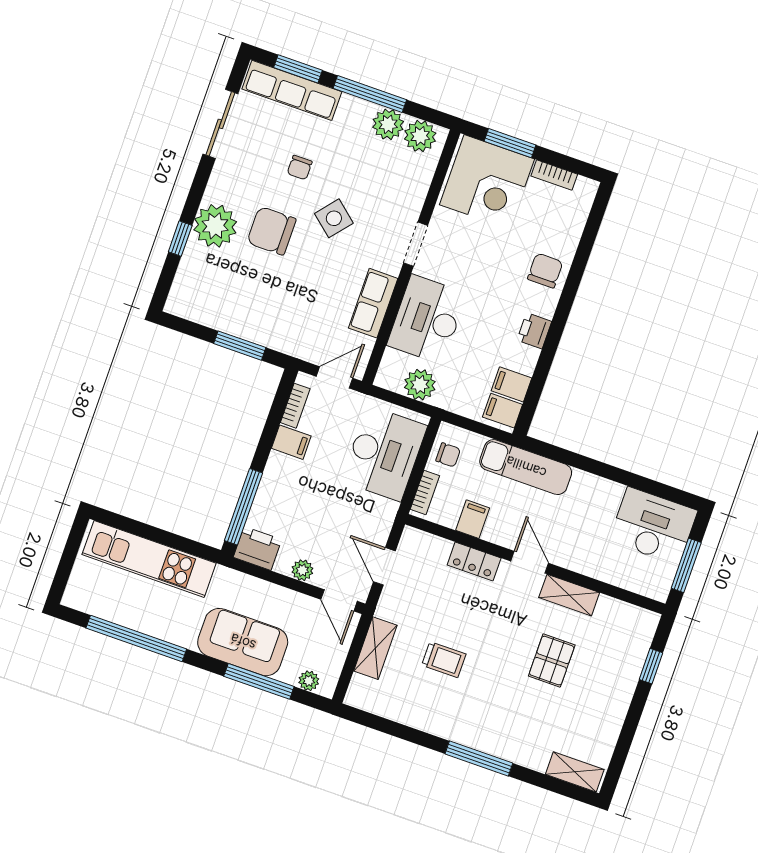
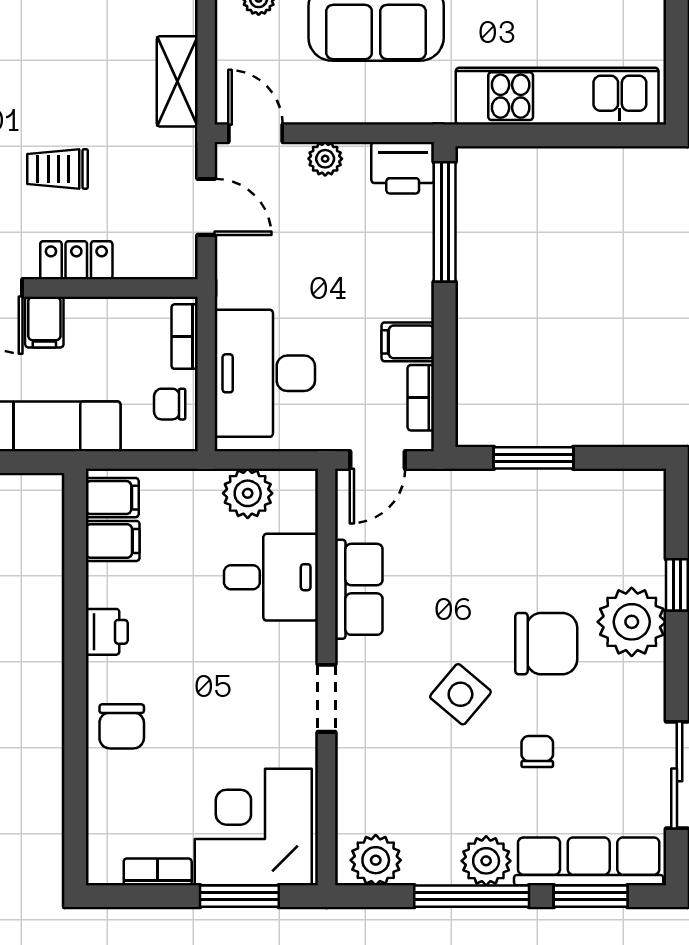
plant: (388, 124) -> (486, 861), moved
desk: (427, 319) -> (271, 577), width x0.73
filing cabinet: (473, 519) -> (44, 322), moved
trolley: (444, 660) -> (58, 169), moved

